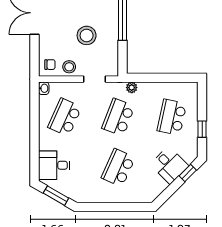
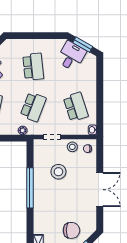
school desk: (65, 117) -> (76, 107), turned -42
desk: (54, 165) -> (71, 56), moved, turned -60
school desk: (118, 168) -> (33, 67), turned -30

